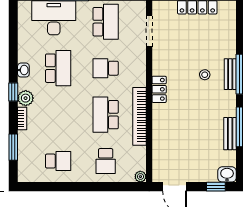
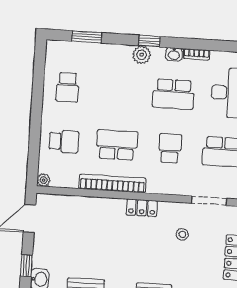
stool: (205, 75) -> (182, 234), moved
bookcase: (22, 119) -> (196, 54), moved
school desk: (106, 161) -> (64, 141), turned 180

